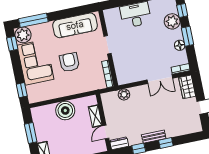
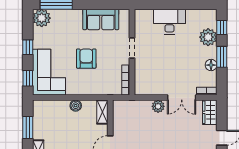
sofa: (75, 25) -> (101, 19), width x0.73
window: (12, 44) -> (28, 47), moved
corner sofa: (35, 62) -> (49, 72), moved
plant: (124, 94) -> (158, 106), moved
boiler: (65, 110) -> (76, 106), width x0.54, depth x0.54
shelving: (95, 116) -> (102, 112), moved

